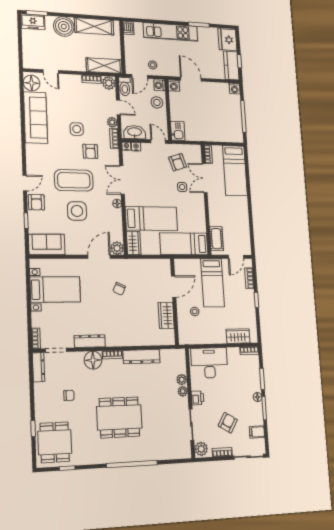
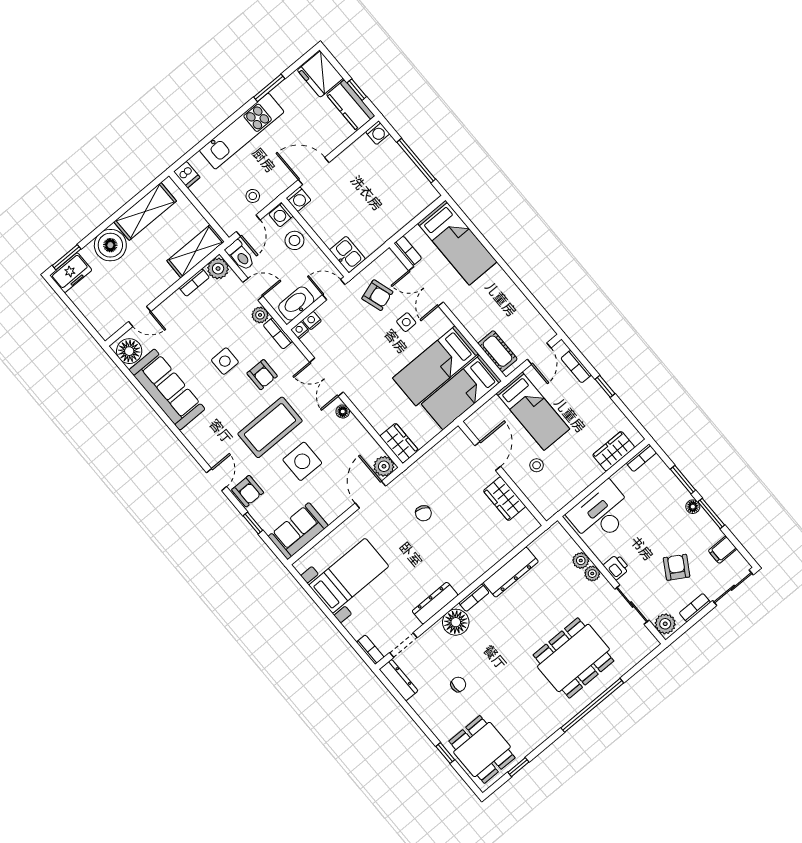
bed: (151, 219) -> (435, 366), moved, turned 180
dining table: (119, 417) -> (573, 658), moved

